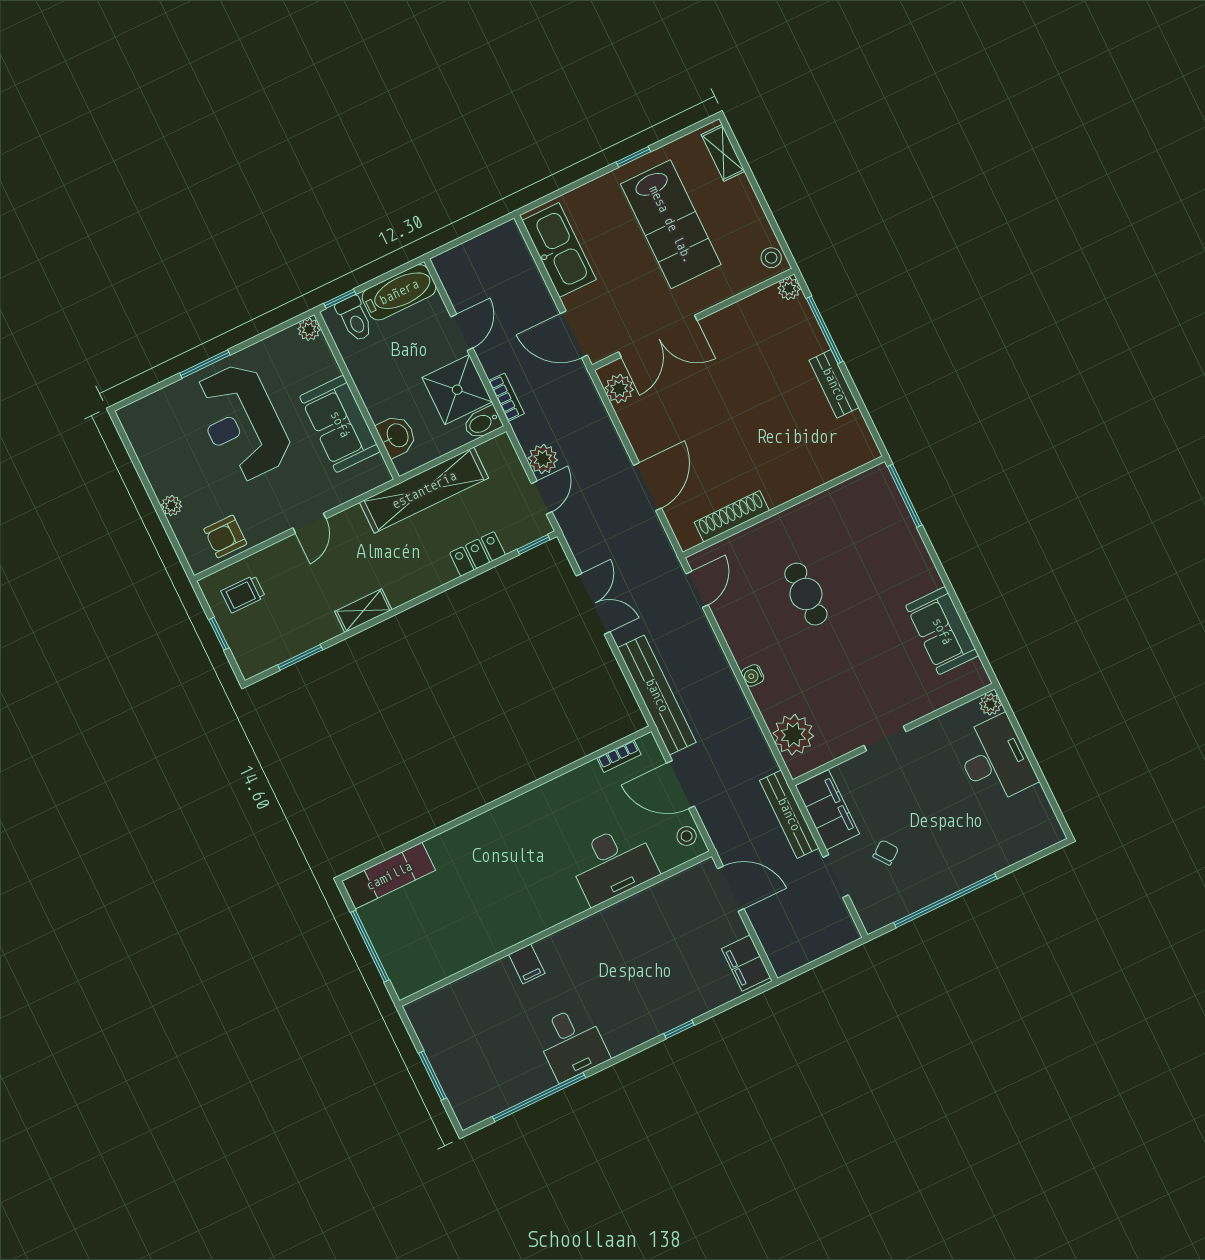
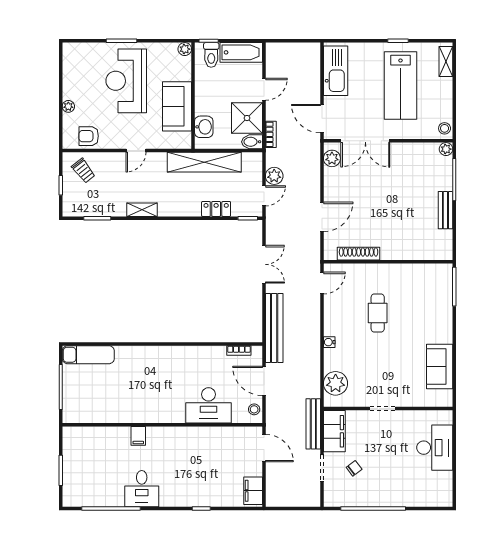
trolley: (243, 594) -> (83, 171), turned -128
plant: (990, 704) -> (446, 417), removed

